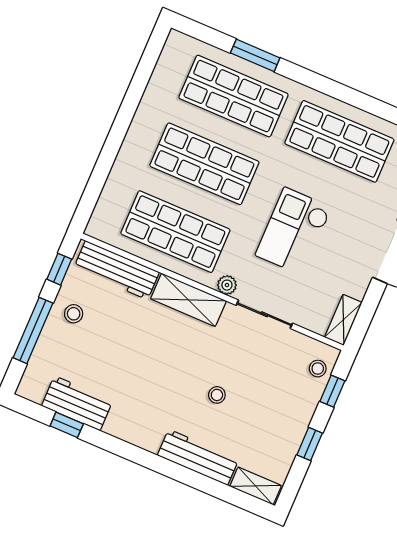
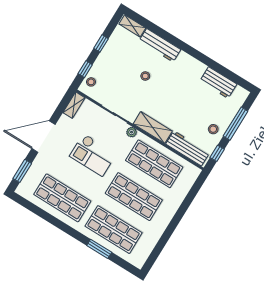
checkout: (294, 231) -> (93, 155), turned 90
window: (67, 425) -> (225, 72), removed

